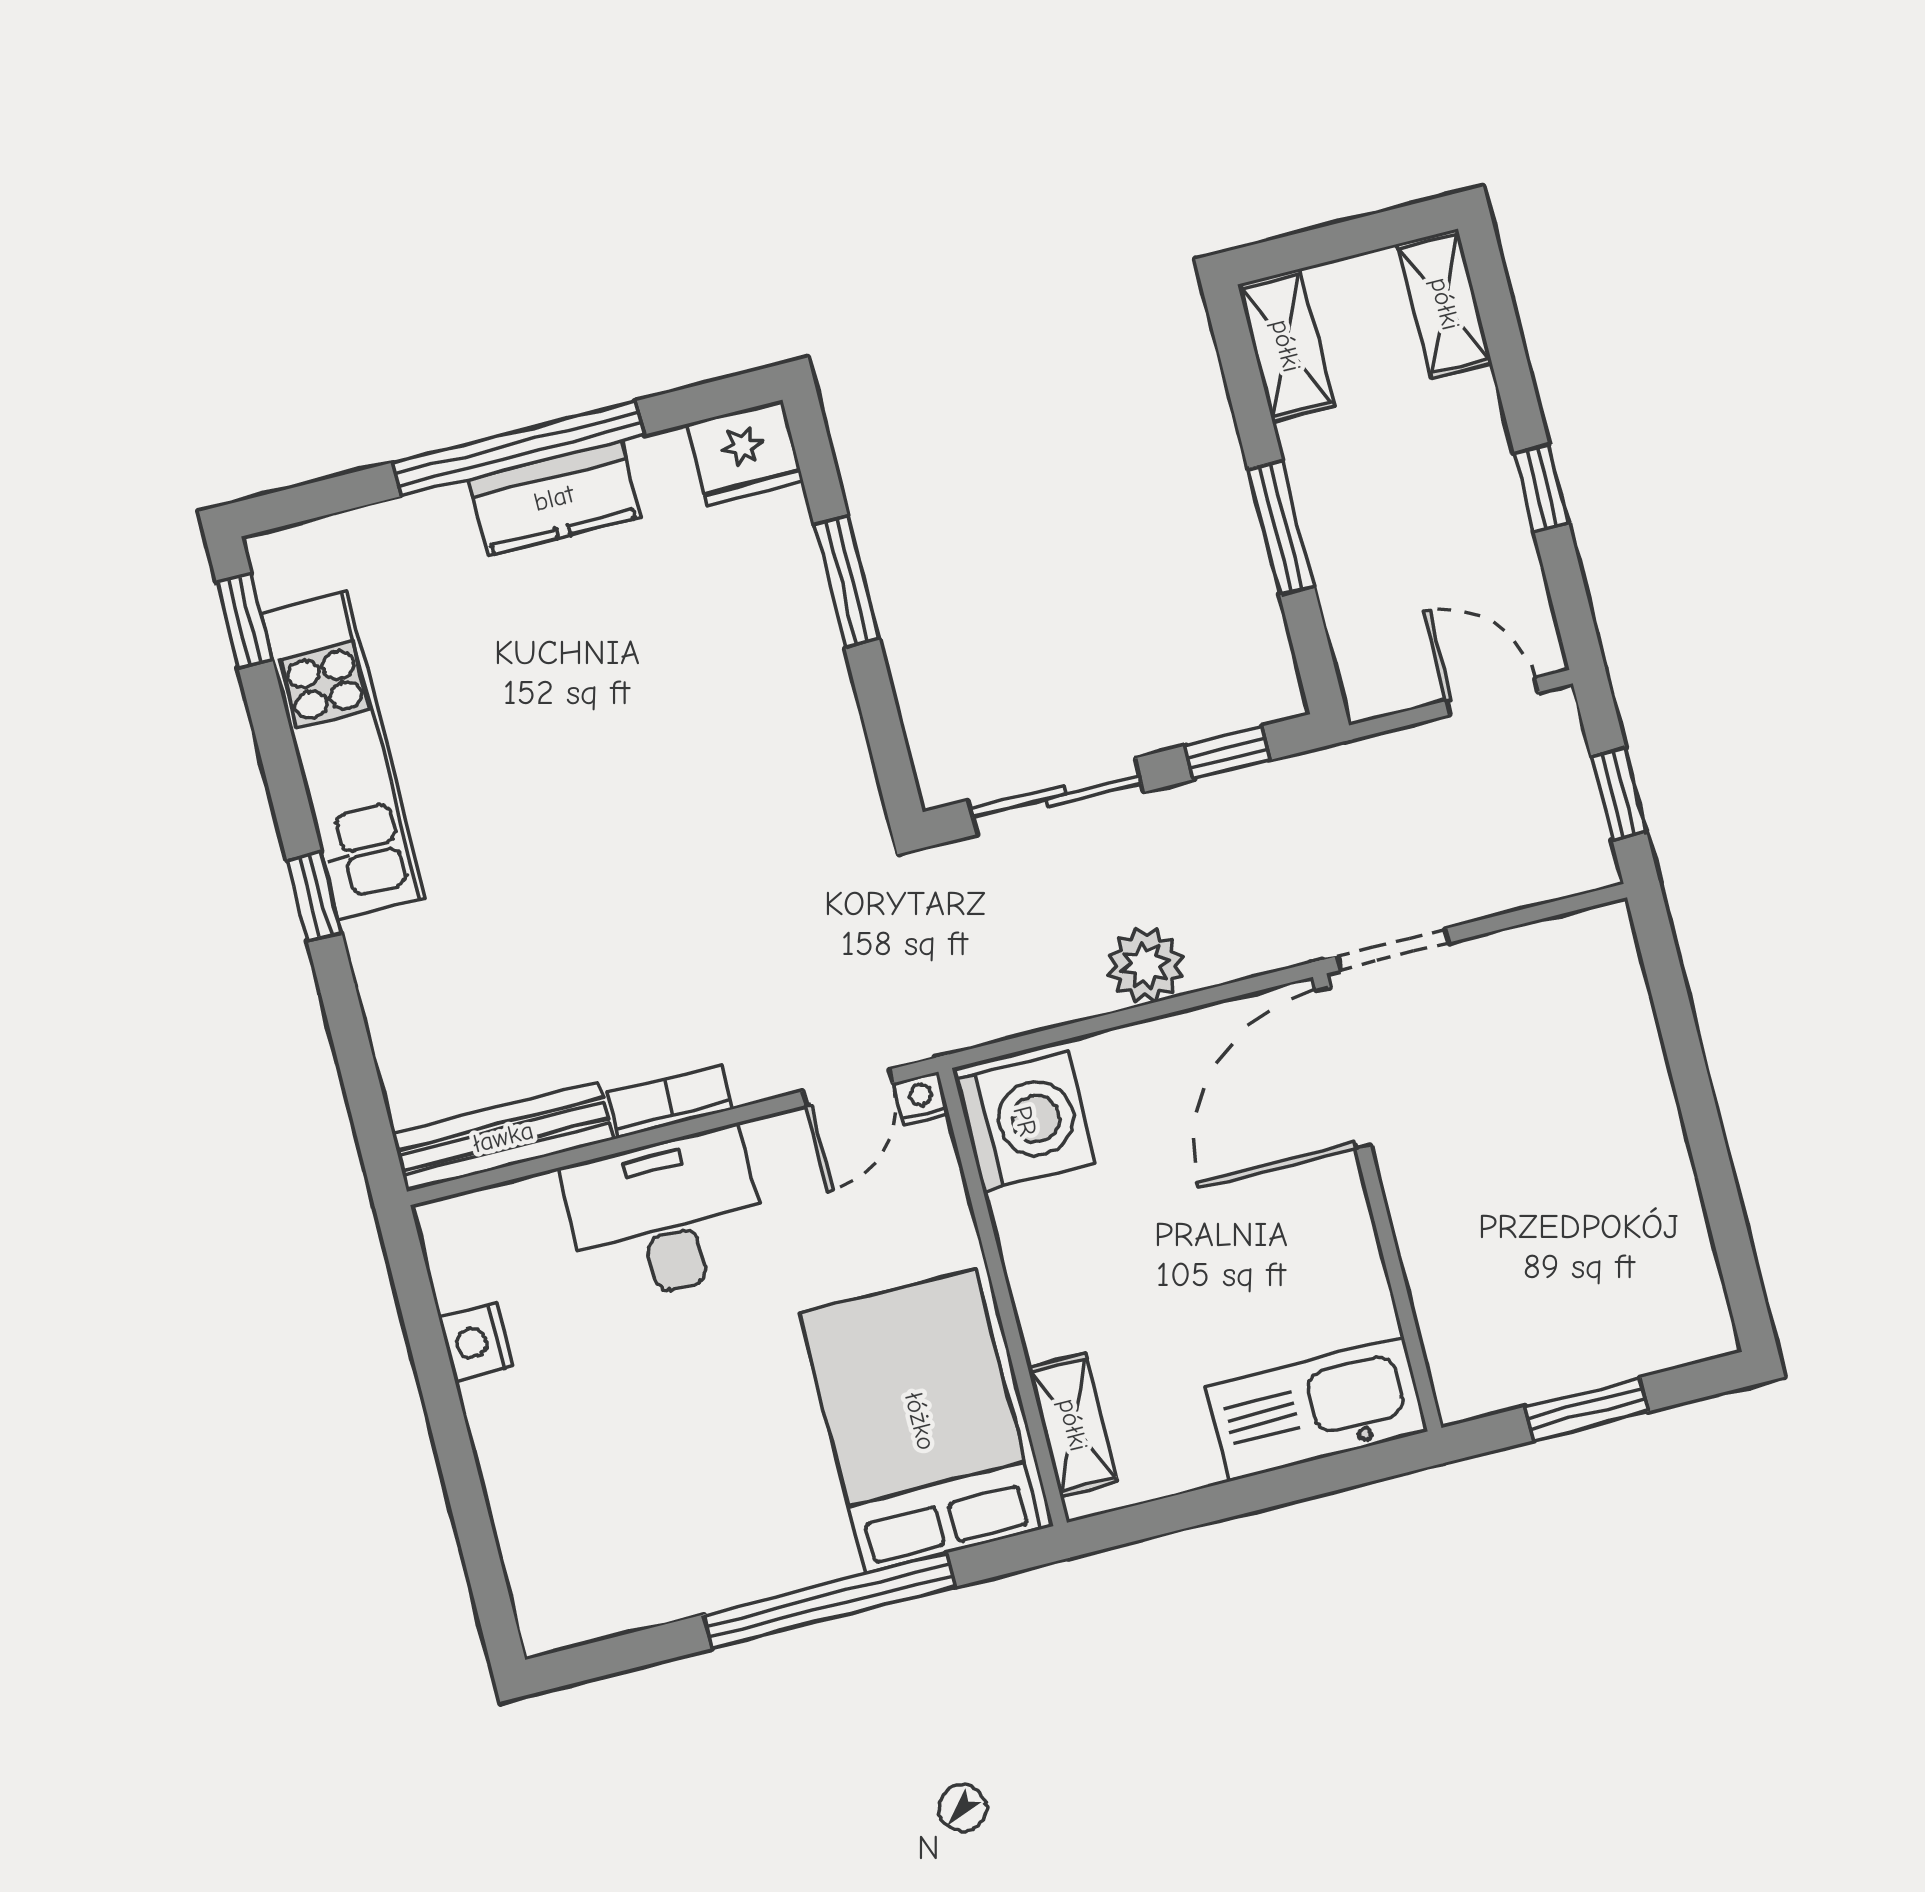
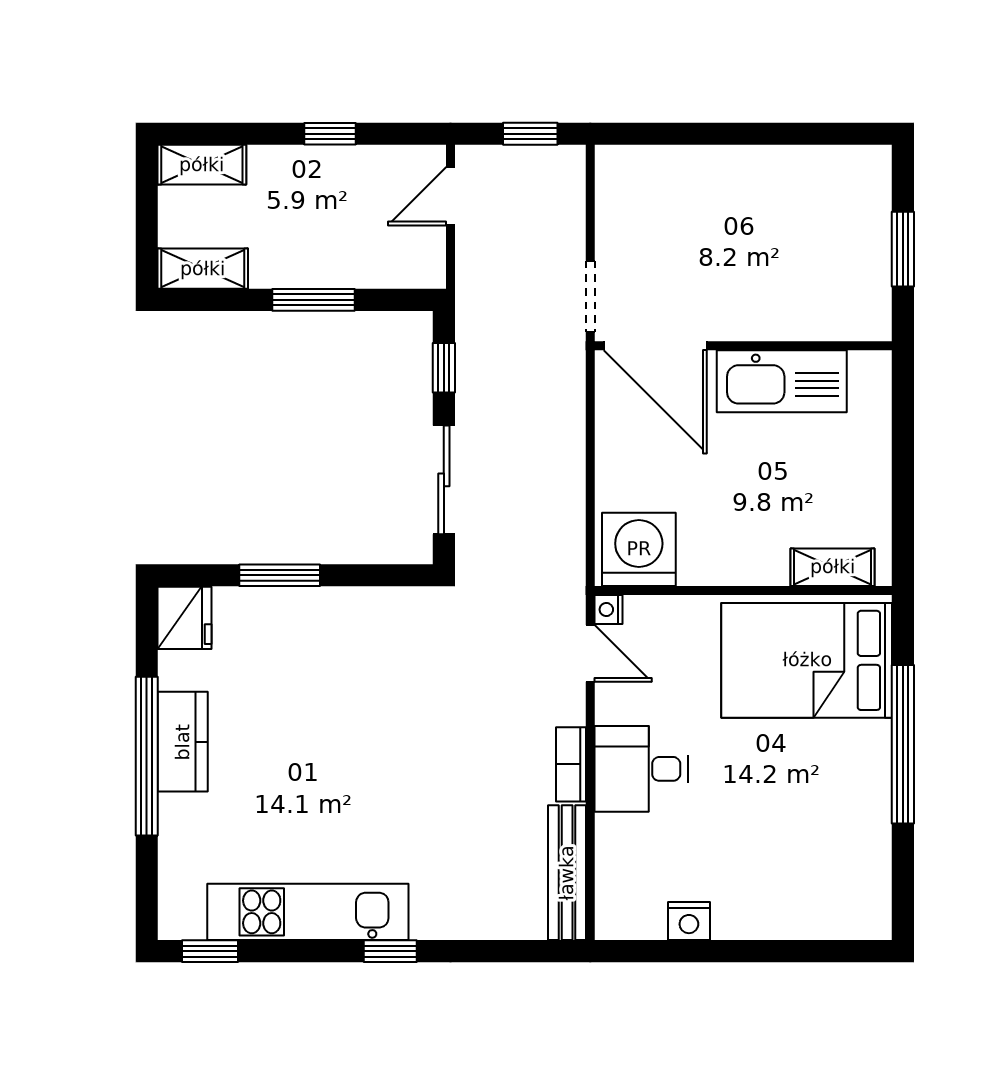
plant: (1146, 965) -> (562, 451), removed
desk: (666, 1216) -> (641, 769), width x0.73
kitchen sink: (1317, 1409) -> (782, 381), moved, turned -90

